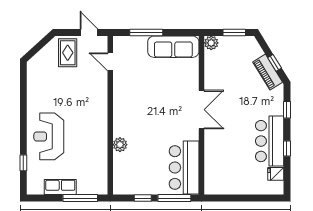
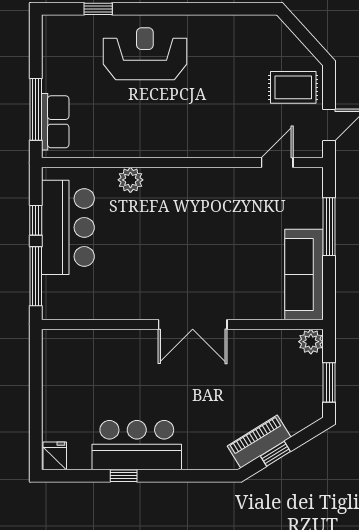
window: (287, 110) -> (192, 476), removed
bar counter: (184, 168) -> (68, 227), moved, turned 90
fridge: (276, 174) -> (55, 456), moved
row of seats: (60, 187) -> (55, 122), moved

